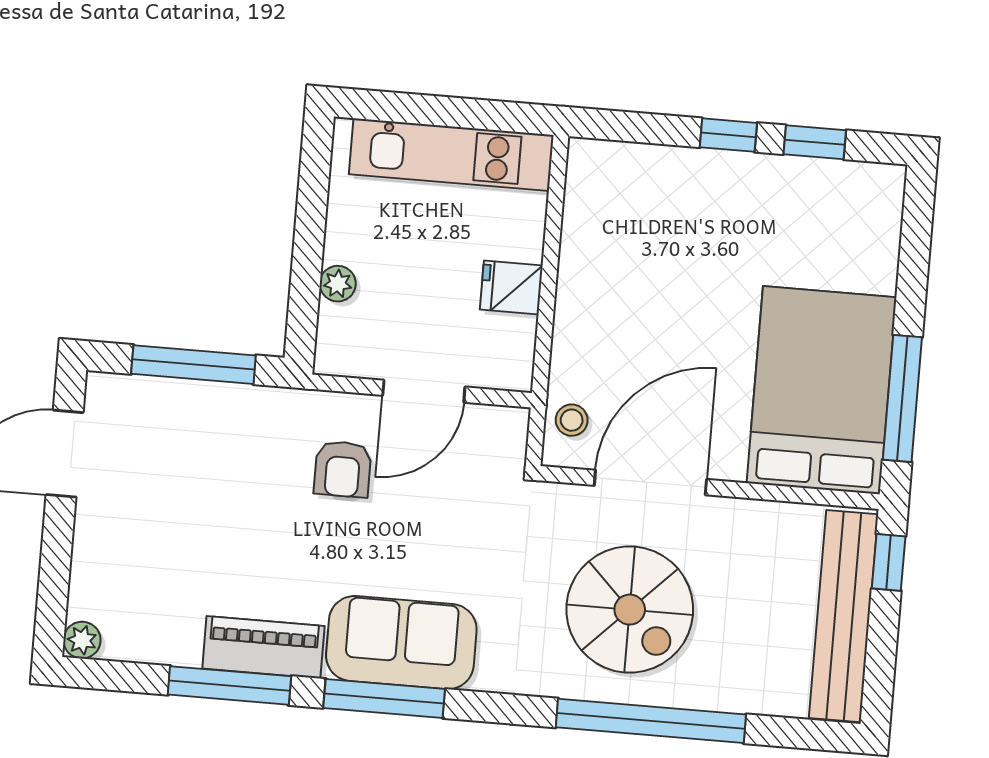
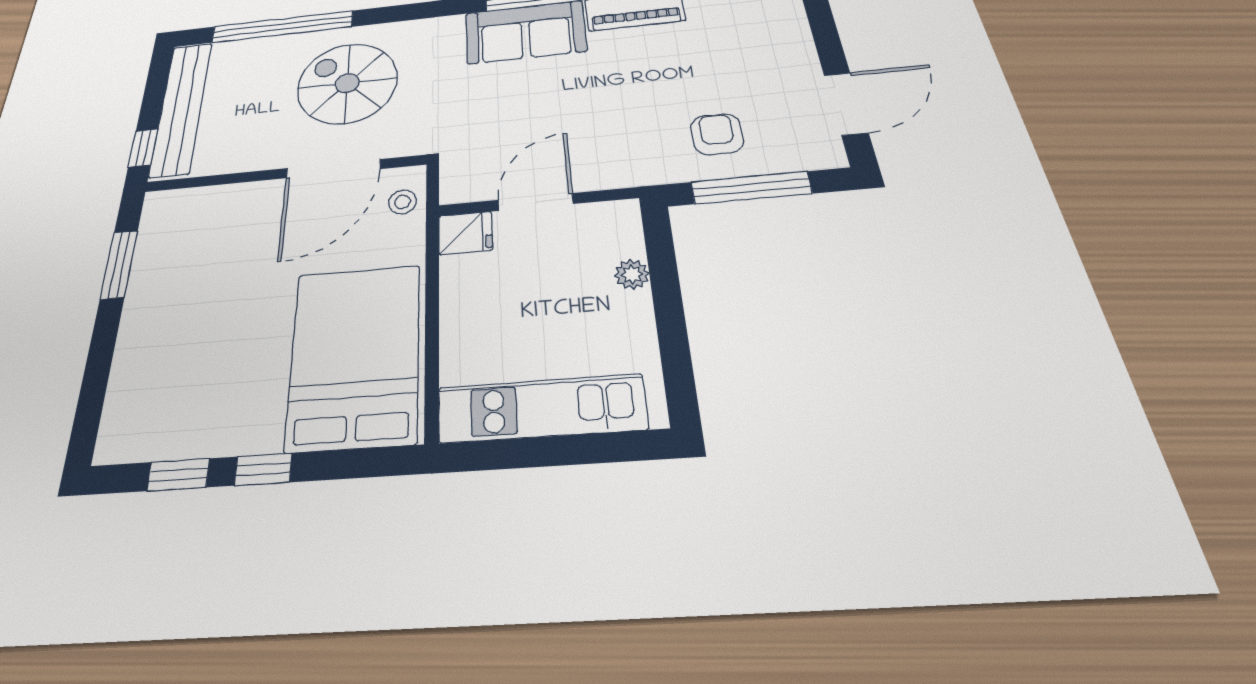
fridge: (511, 287) -> (465, 233), moved
bed: (822, 390) -> (355, 355), moved, turned 180
window: (902, 398) -> (119, 264), width x0.69
armchair: (343, 469) -> (717, 134), moved
window: (651, 721) -> (282, 27), moved

